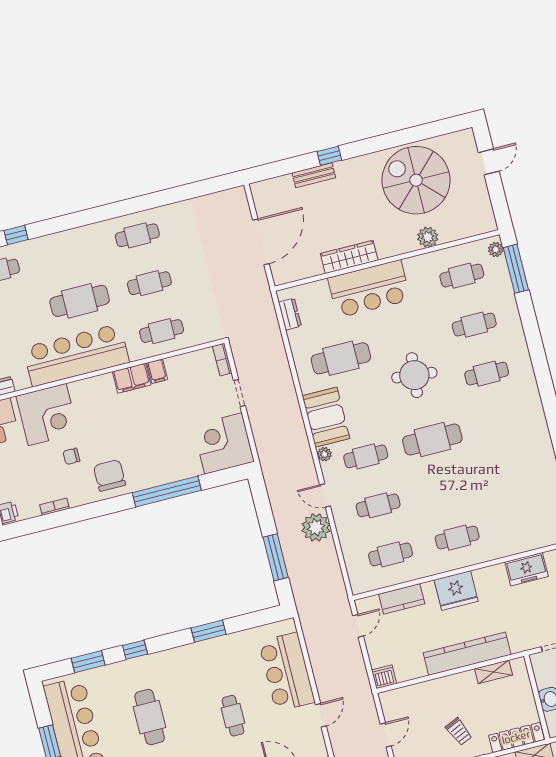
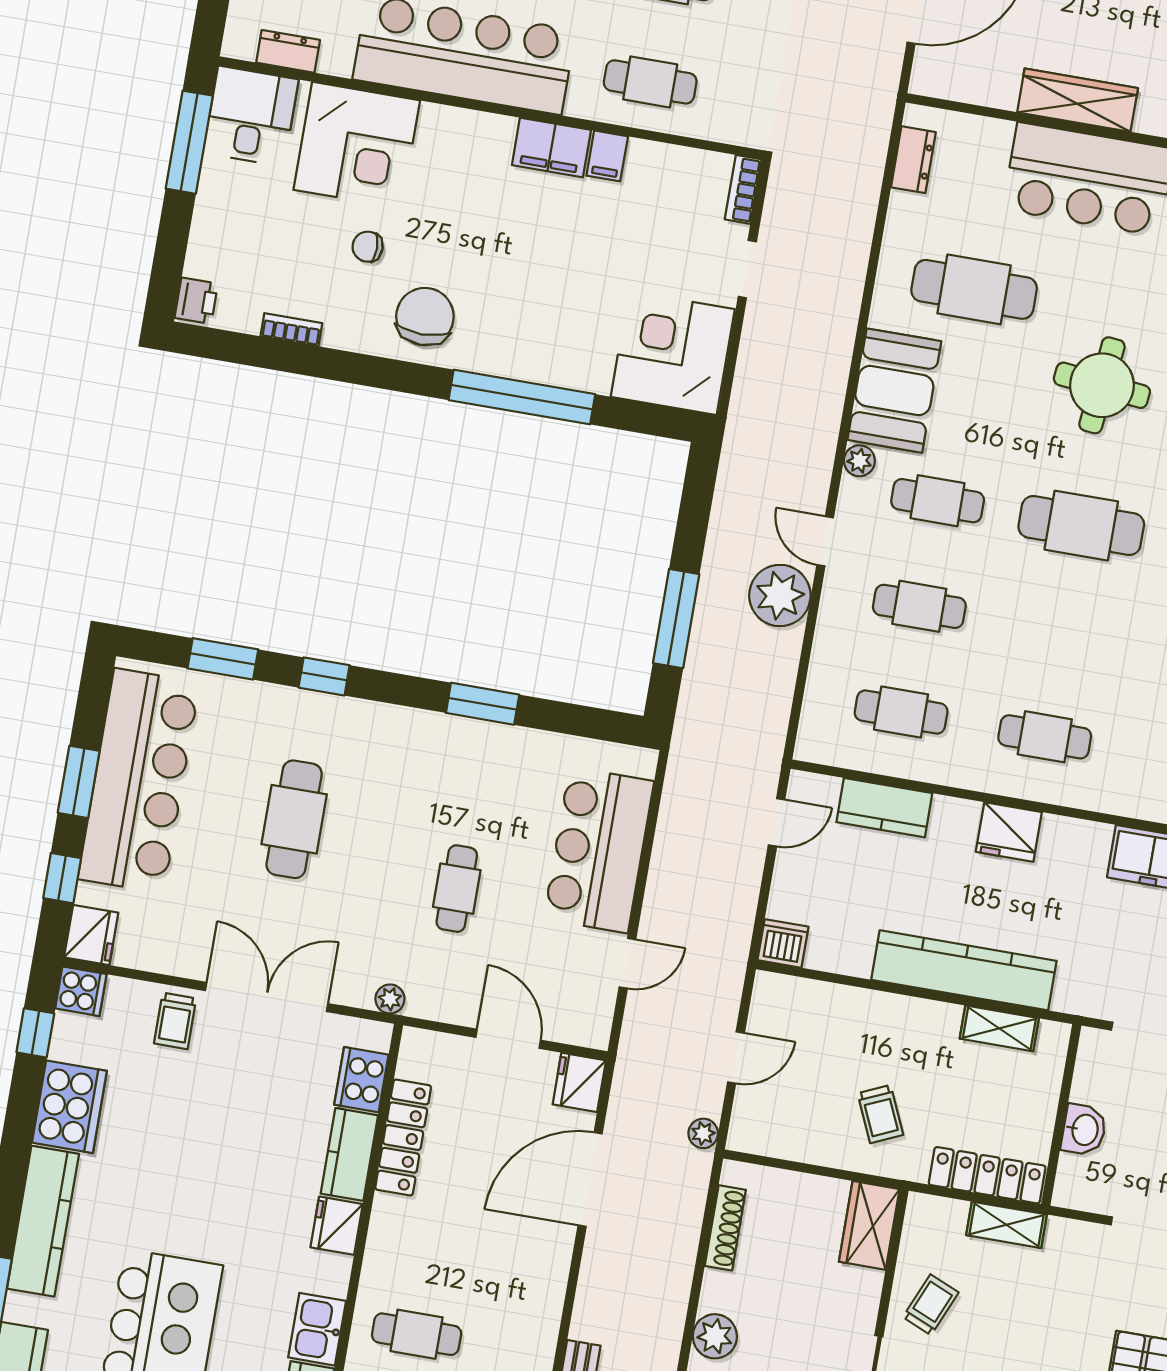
fridge: (456, 591) -> (1009, 832), width x0.73, depth x0.75

